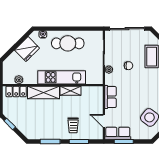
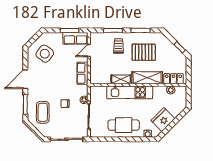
pallet: (47, 119) -> (144, 52), added
door: (104, 121) -> (89, 50), swing flipped

